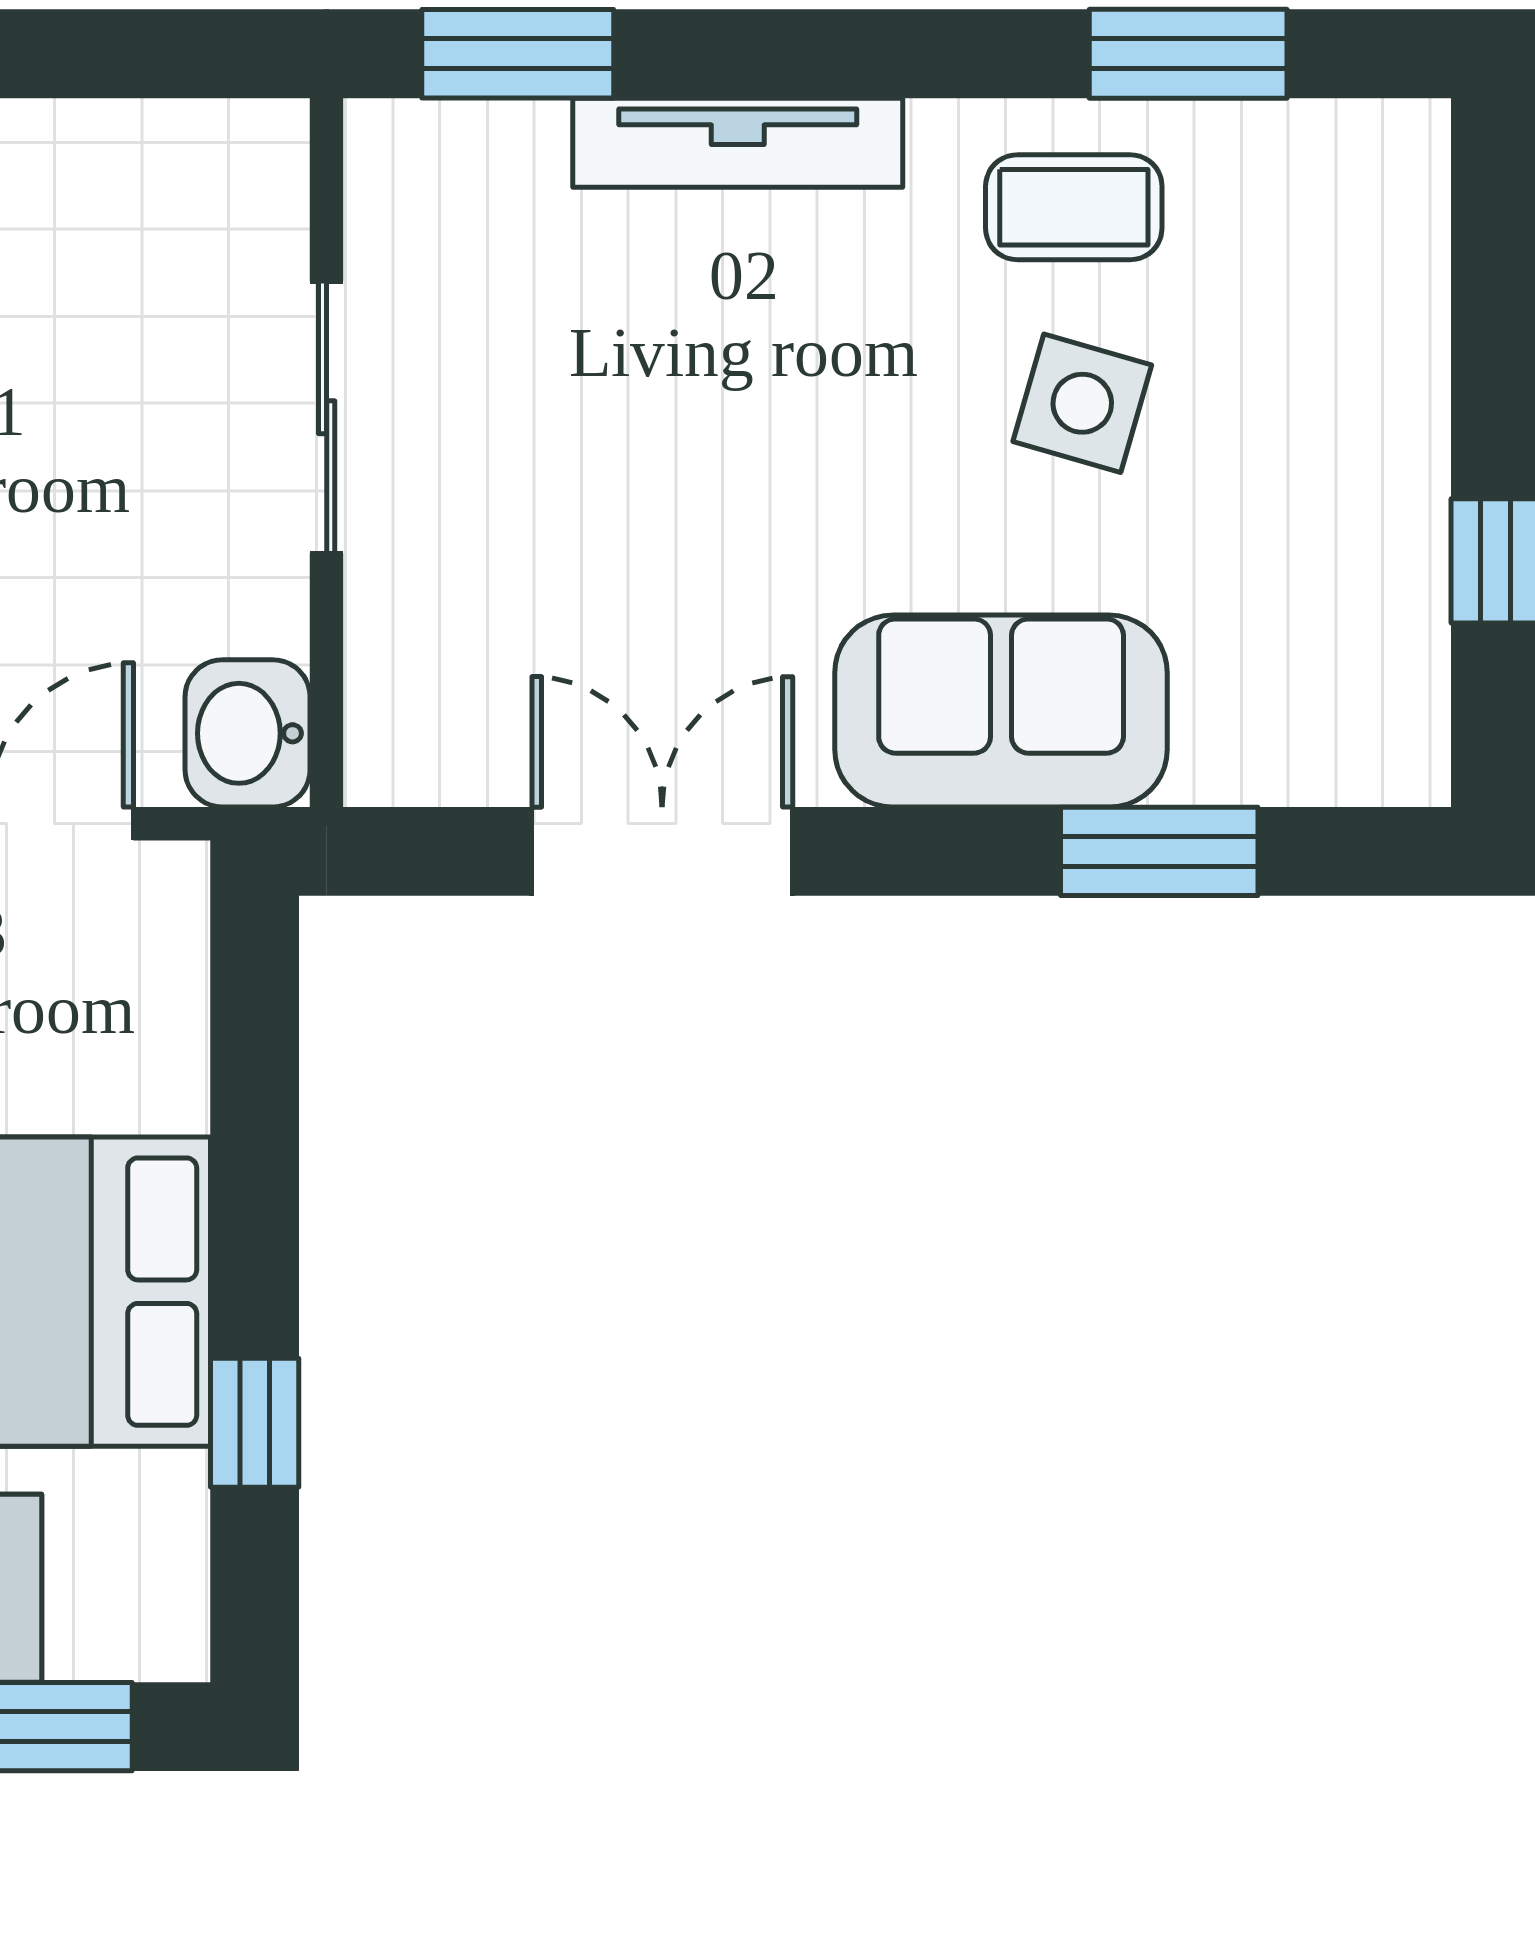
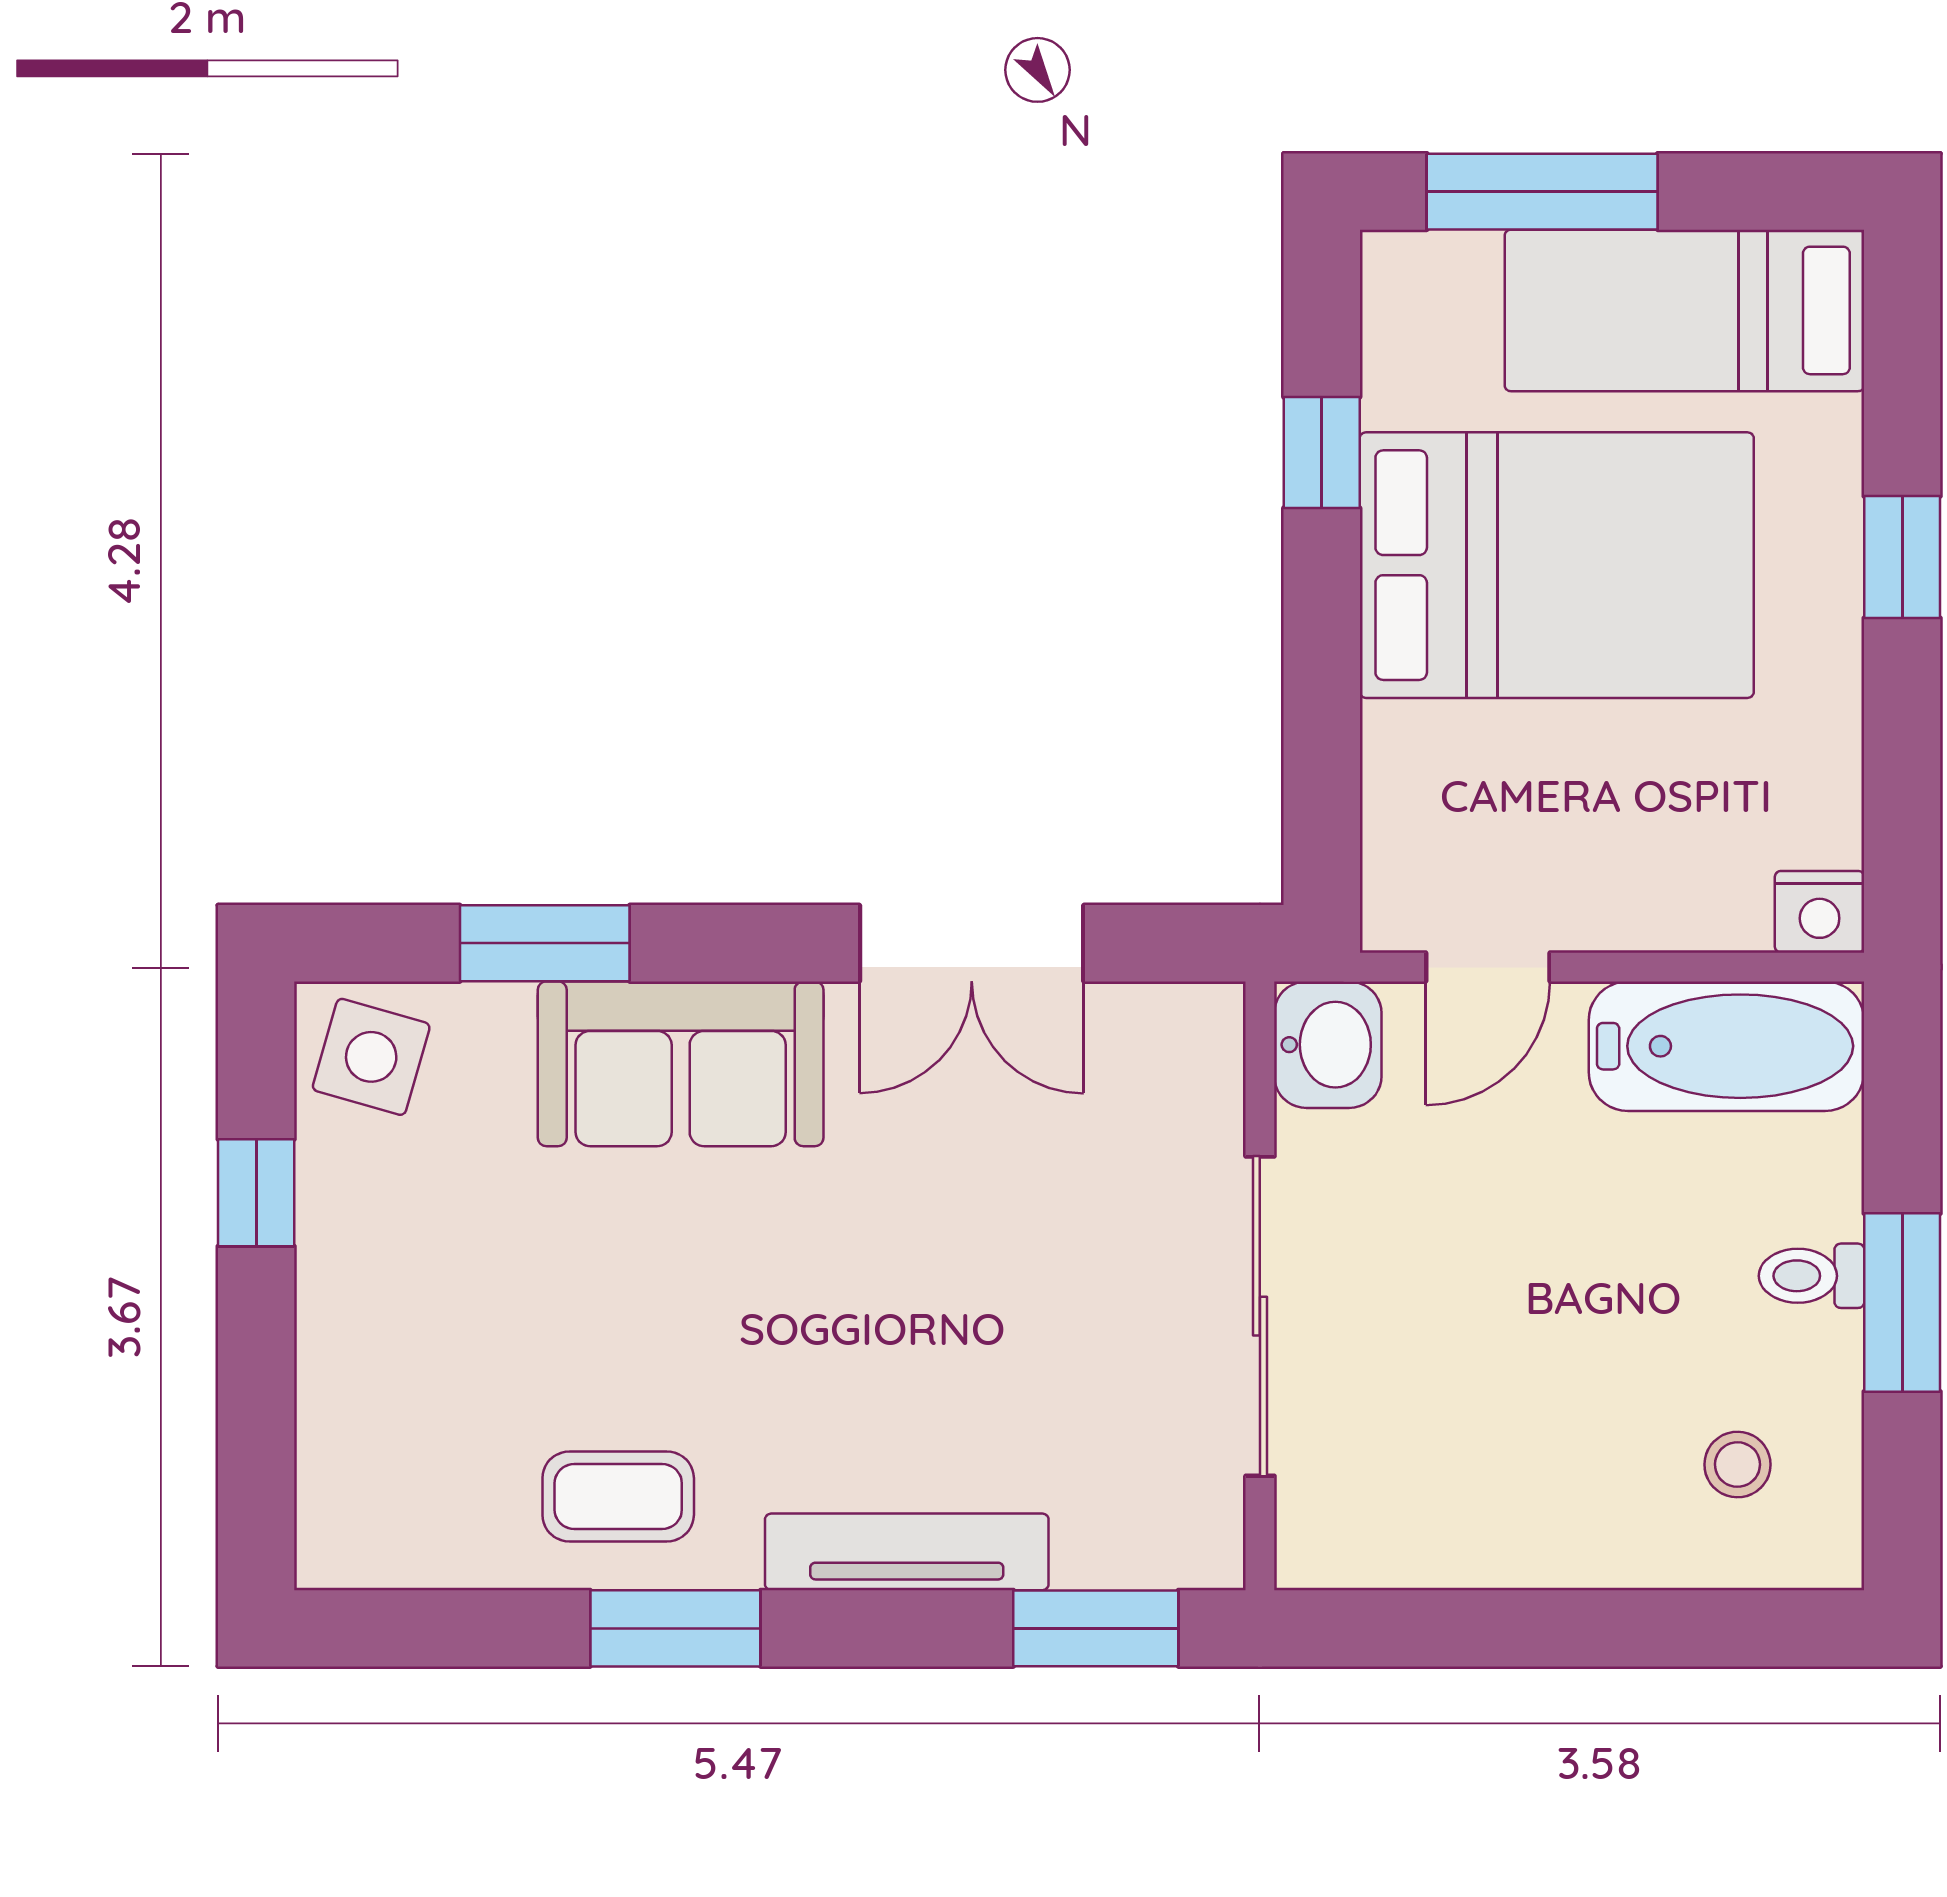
window: (1188, 54) -> (675, 1628), moved
side table: (1082, 403) -> (371, 1057), moved
sliding door: (327, 417) -> (1260, 1316), width x1.37

